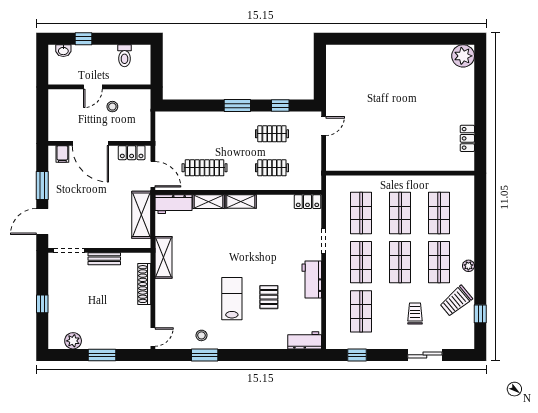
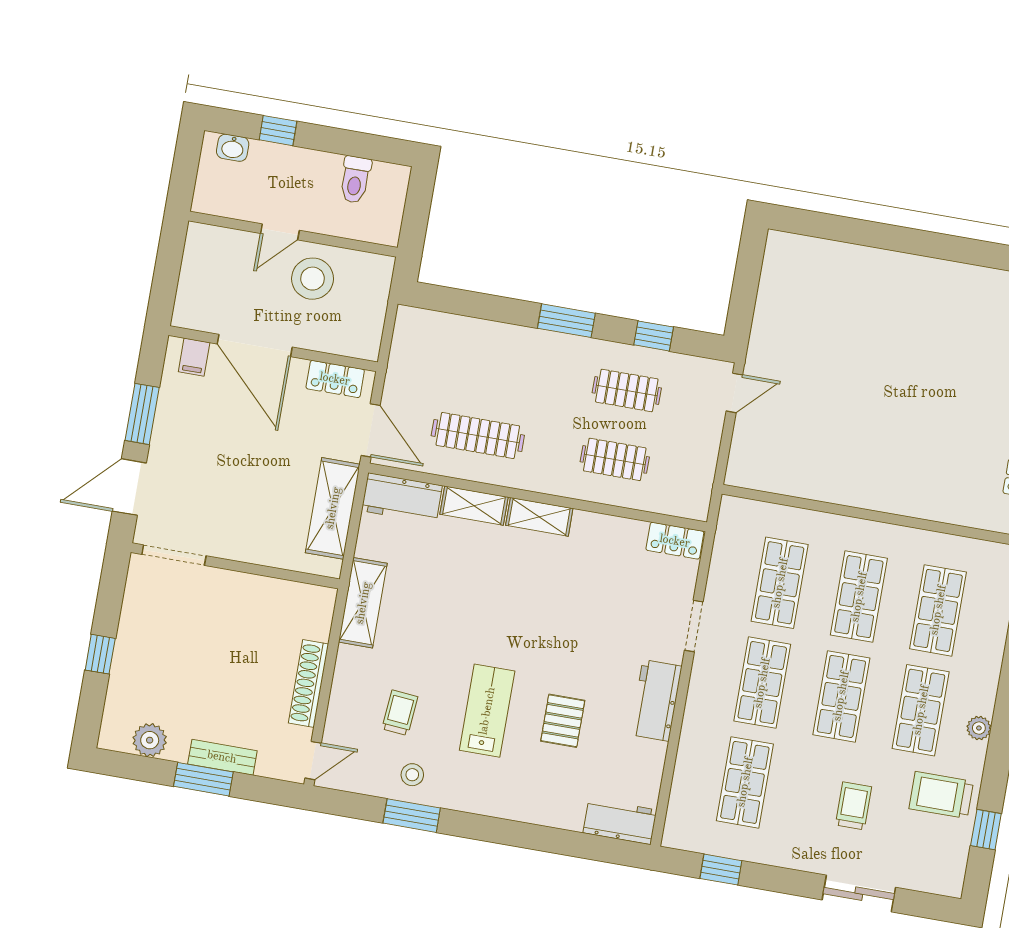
stool: (112, 107) -> (313, 279), width x1.89, depth x1.89
bench: (104, 259) -> (222, 757), moved
shoe rack: (144, 284) -> (309, 683), moved
trolley: (456, 301) -> (941, 795), turned 40
trolley: (190, 307) -> (400, 713), added

